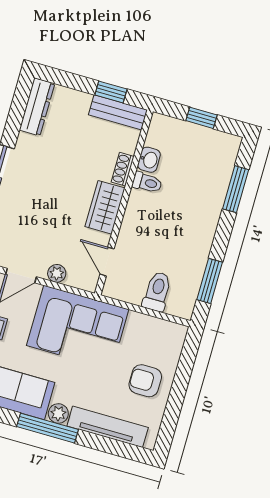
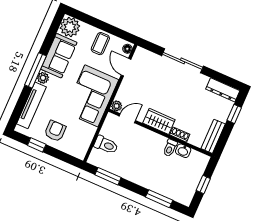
window: (111, 92) -> (234, 114), moved
plant: (57, 273) -> (117, 106), moved
window: (173, 409) -> (37, 145), added

